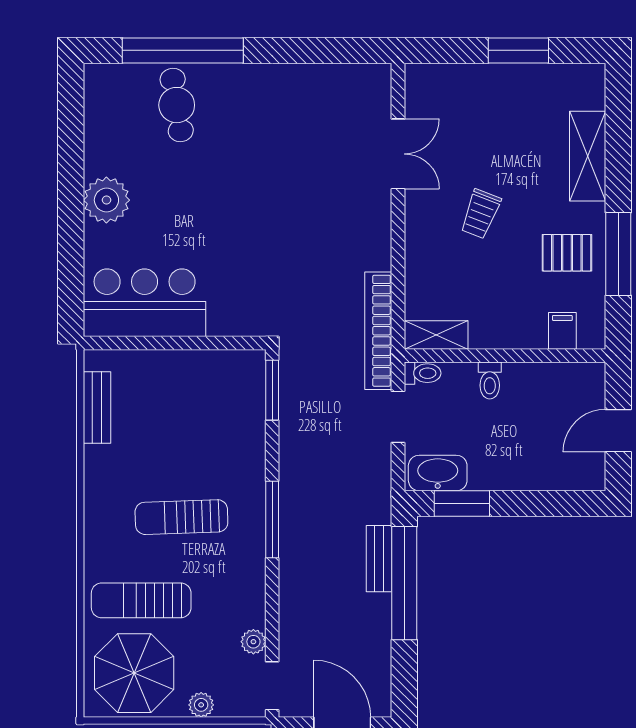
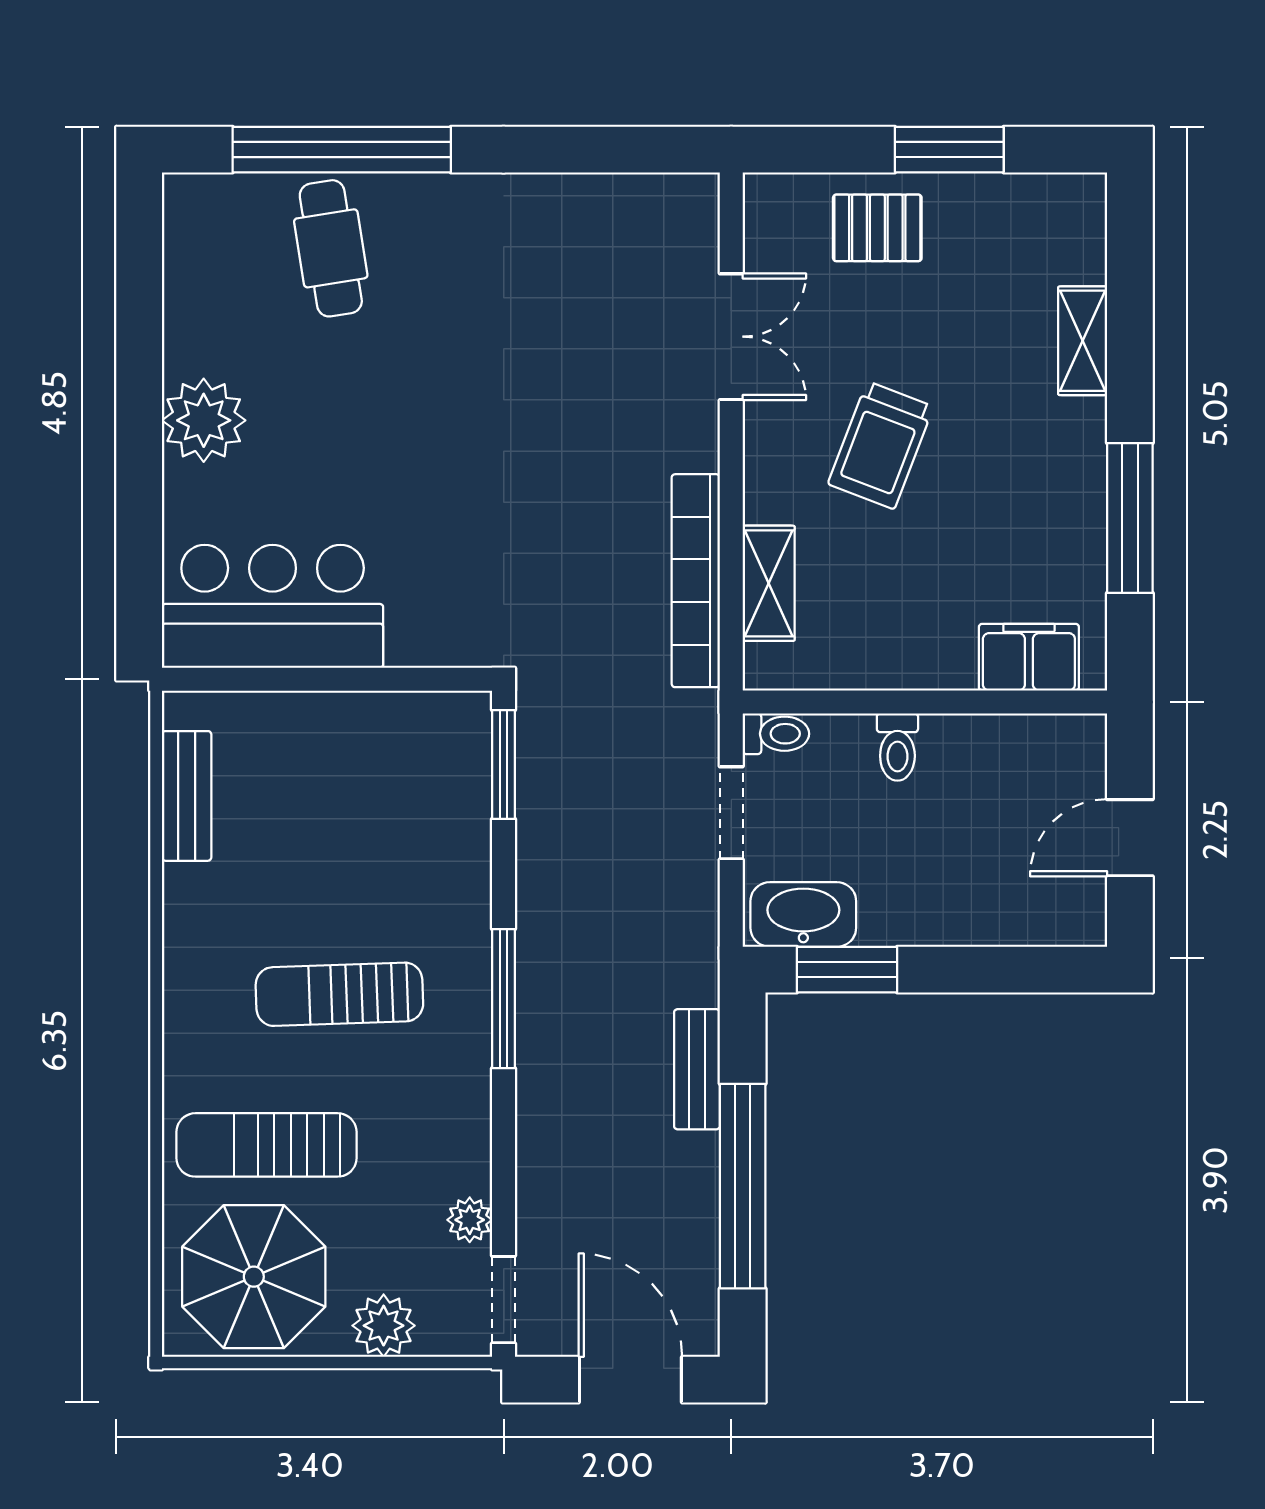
shelving: (588, 156) -> (1083, 341), width x0.67, depth x0.75
trolley: (480, 214) -> (881, 445), width x1.36, depth x1.39
pallet: (567, 253) -> (877, 228), moved
bookcase: (378, 331) -> (696, 581), moved
filing cabinet: (562, 331) -> (1029, 657), width x2.00
shelving: (436, 335) -> (769, 583), moved, turned 90
window: (404, 583) -> (743, 1186), moved
plant: (201, 705) -> (384, 1326), width x1.38, depth x1.38

